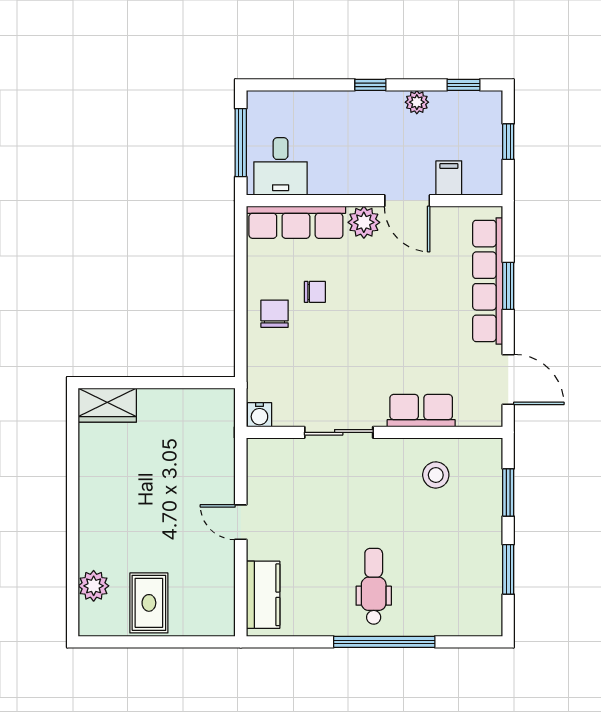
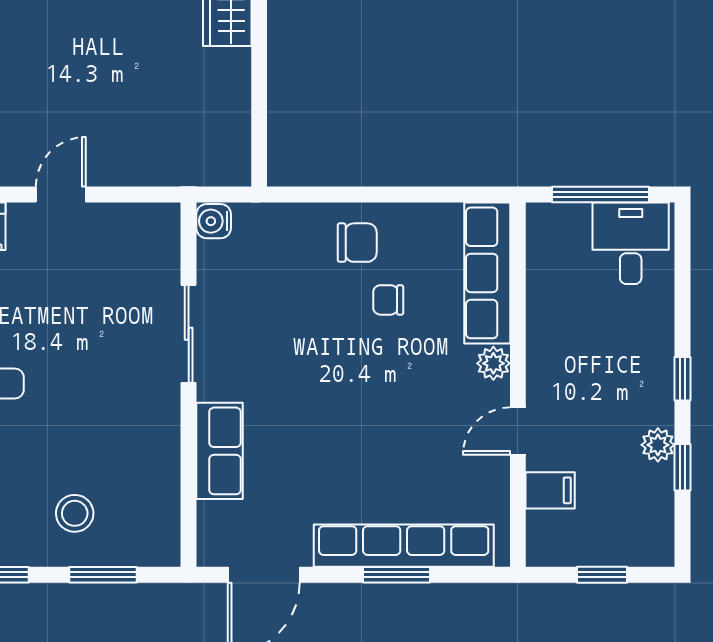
window: (463, 85) -> (683, 467), moved
desk: (281, 166) -> (631, 243), moved, turned 90
door: (407, 201) -> (518, 431), width x0.73
plant: (364, 222) -> (493, 363), width x0.73, depth x0.73
chair: (315, 292) -> (388, 300), turned 90
stool: (436, 475) -> (75, 513), moved

